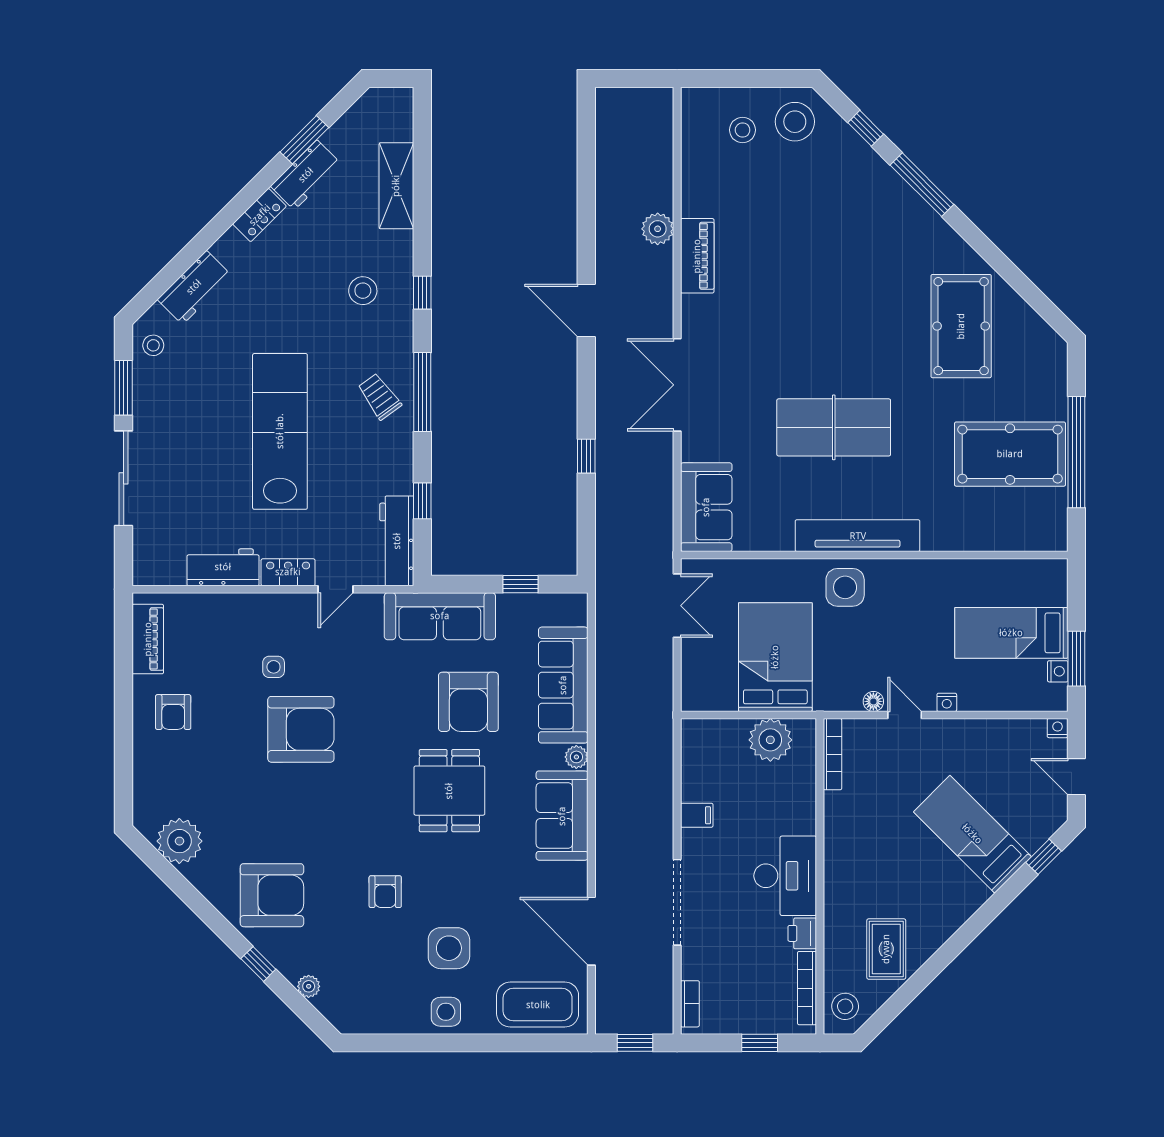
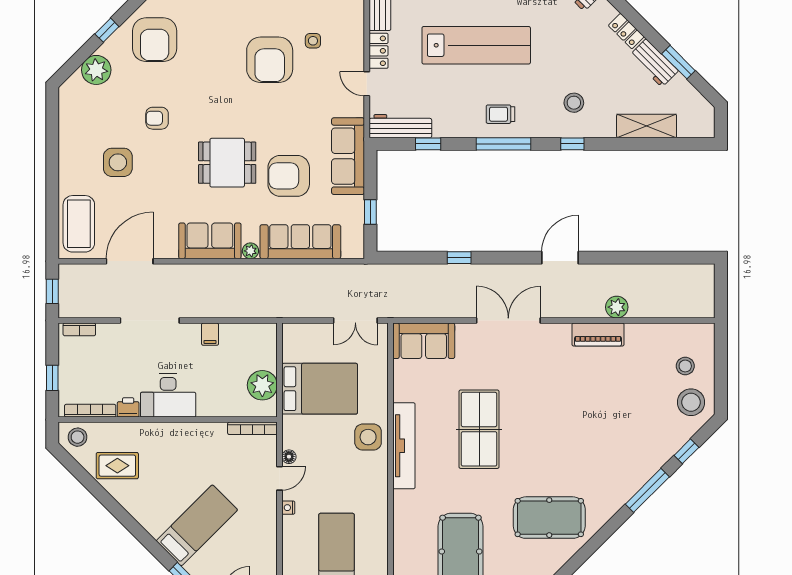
trolley: (379, 396) -> (500, 114), turned -144
plant: (309, 986) -> (96, 70), width x1.88, depth x1.88
side table: (446, 1012) -> (74, 160), removed

